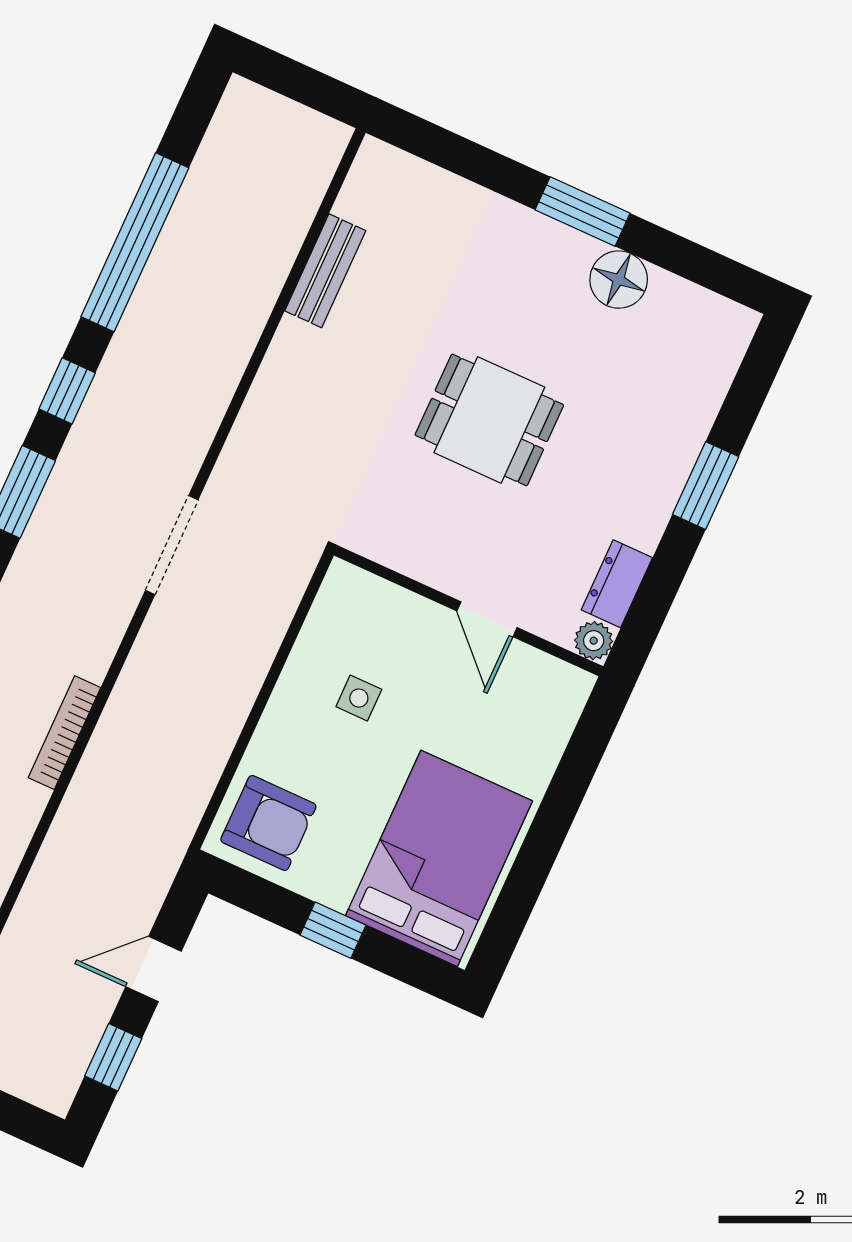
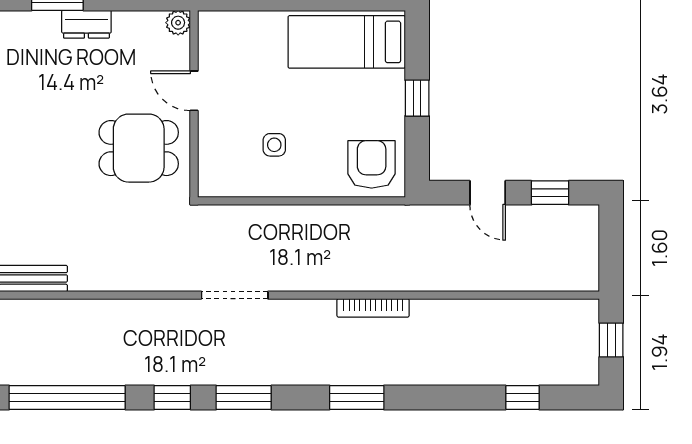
dining table: (489, 420) -> (139, 148), moved, turned 90
dresser: (617, 584) -> (86, 24), moved
door: (487, 619) -> (194, 91), swing flipped
bed: (439, 858) -> (347, 42), width x0.67

